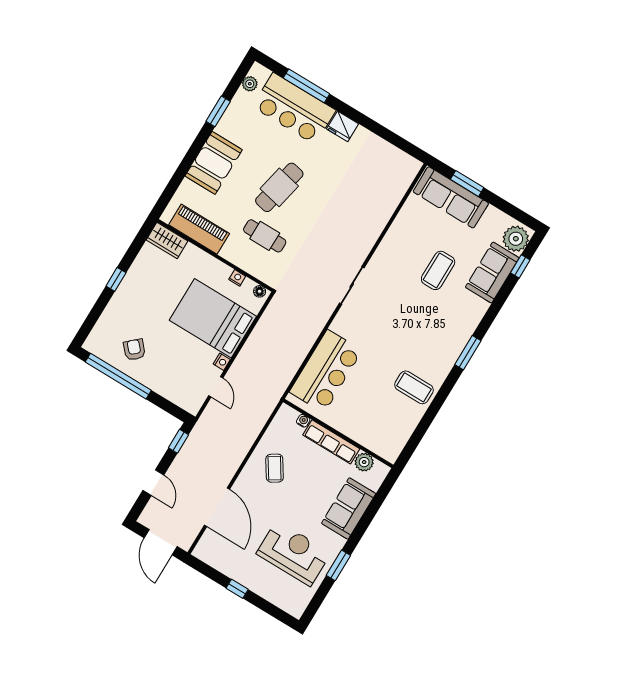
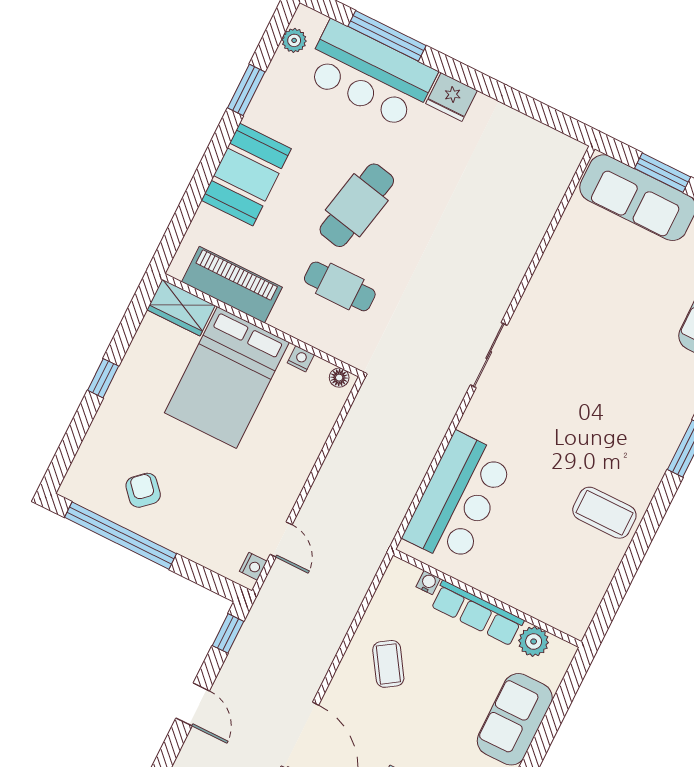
coffee table: (438, 270) -> (627, 319), removed
bed: (213, 318) -> (227, 377), moved, turned -90
nightstand: (222, 362) -> (253, 566), moved

